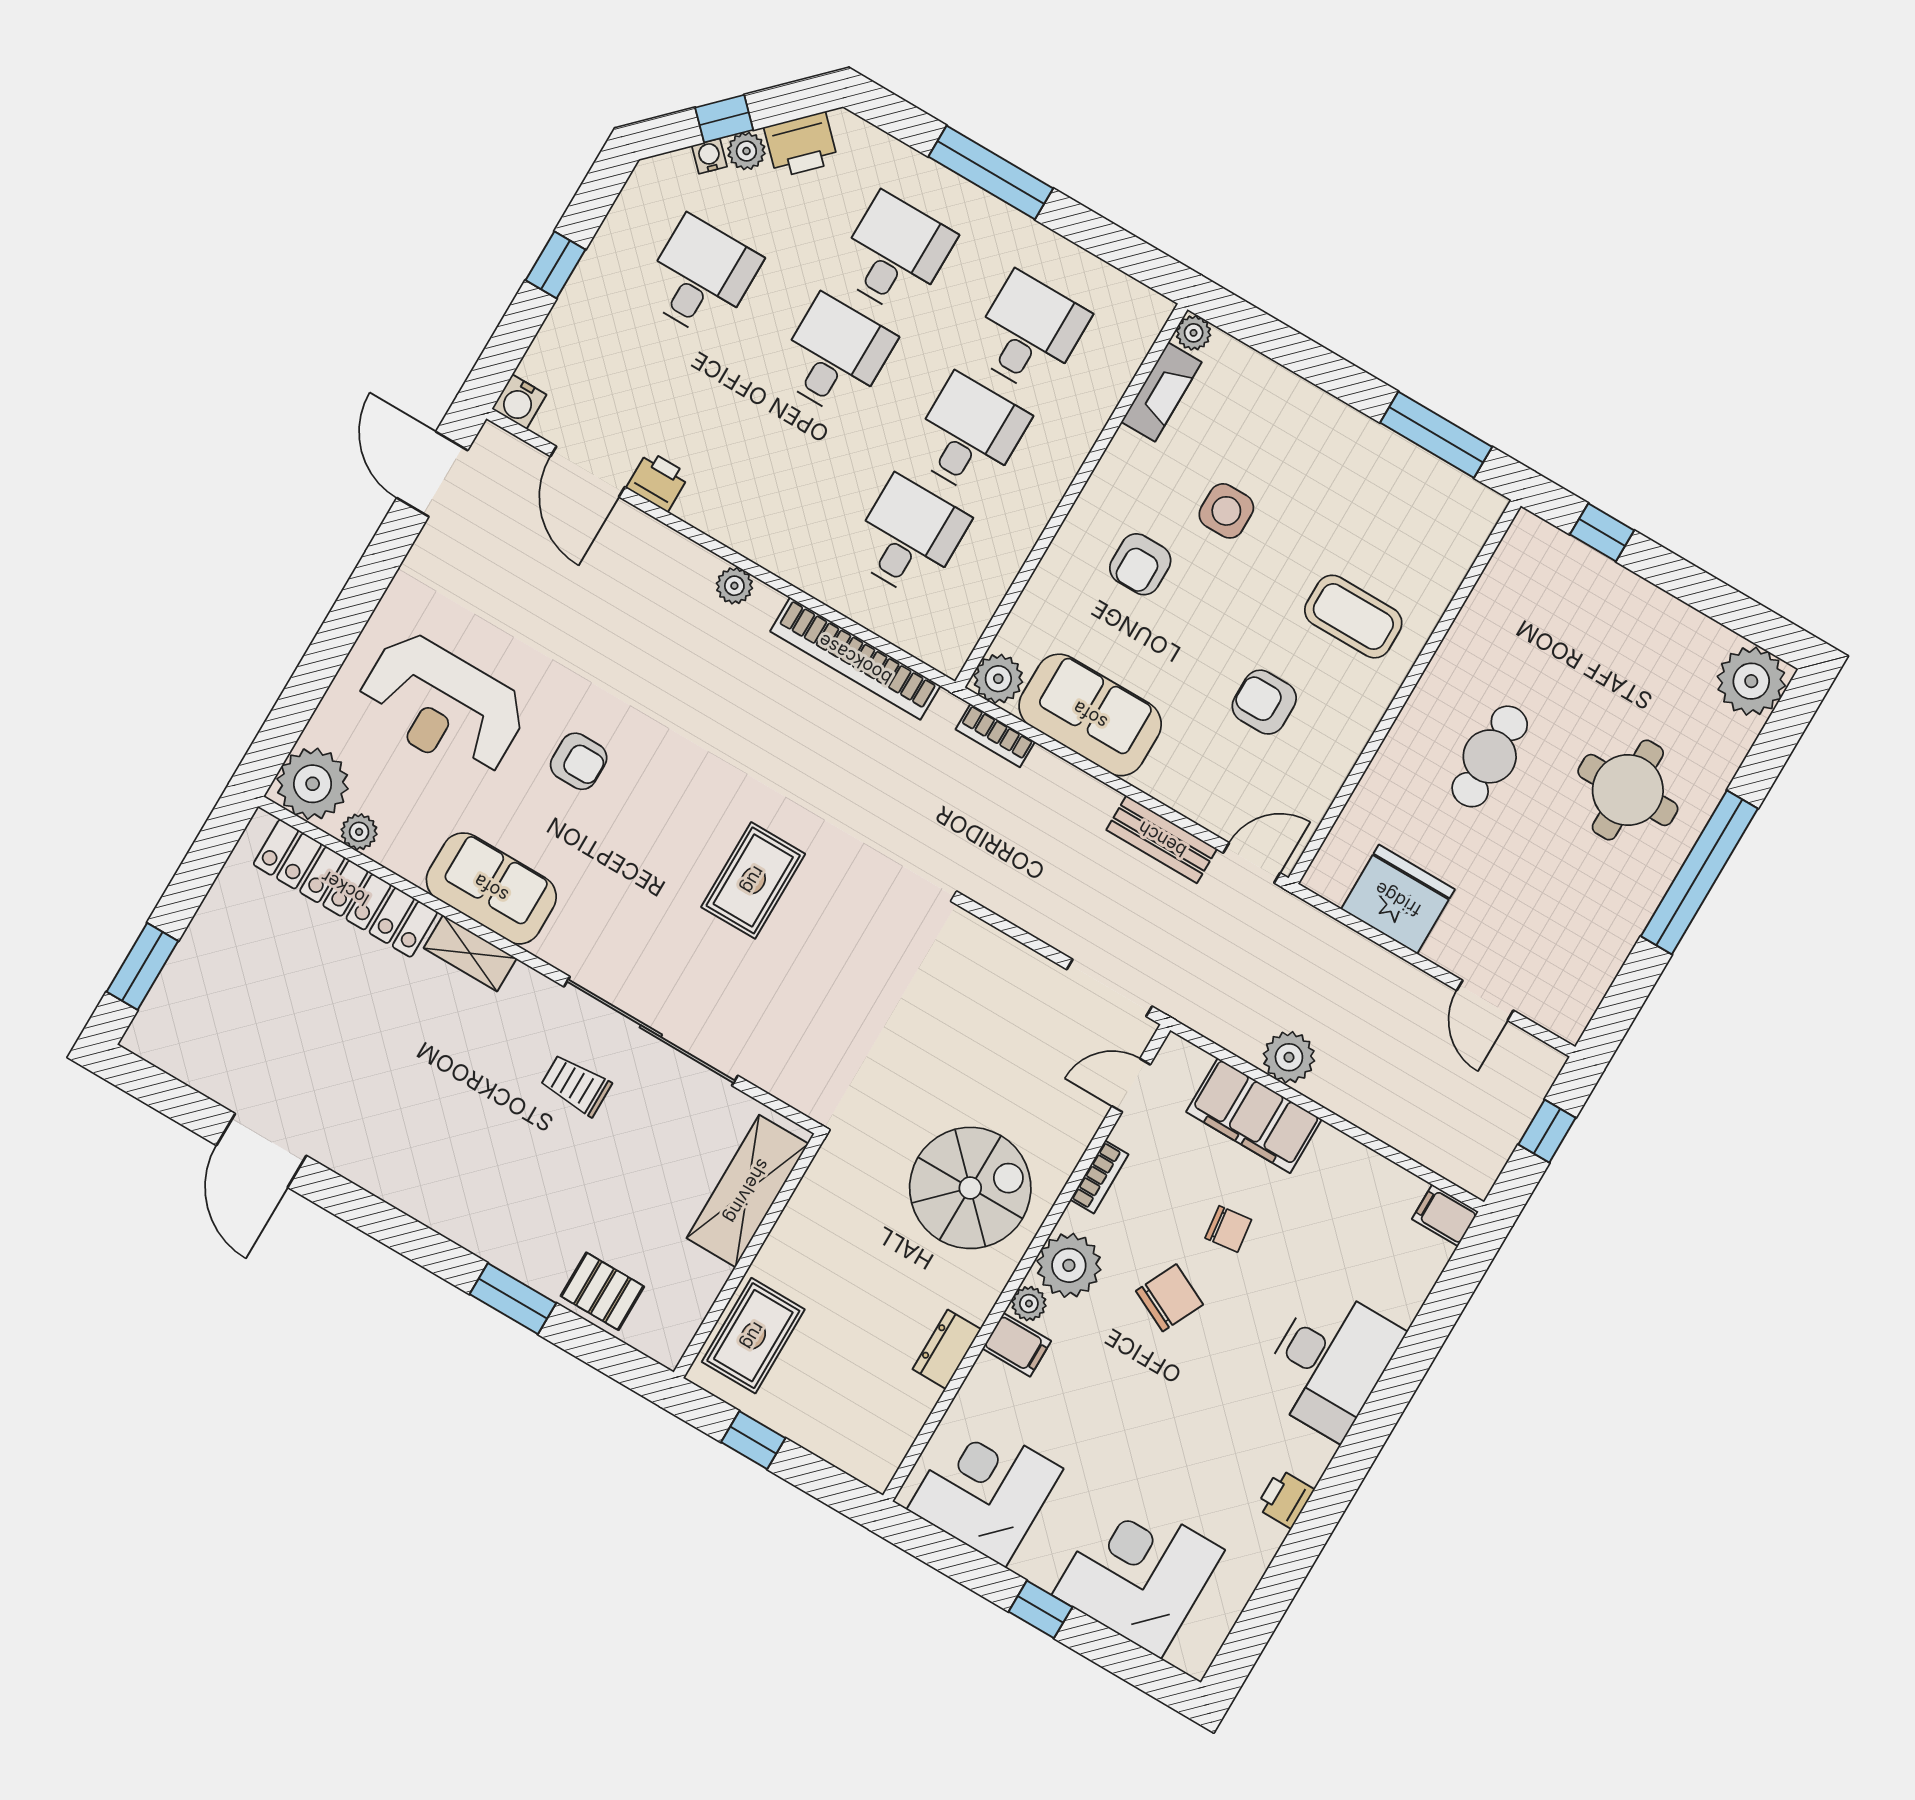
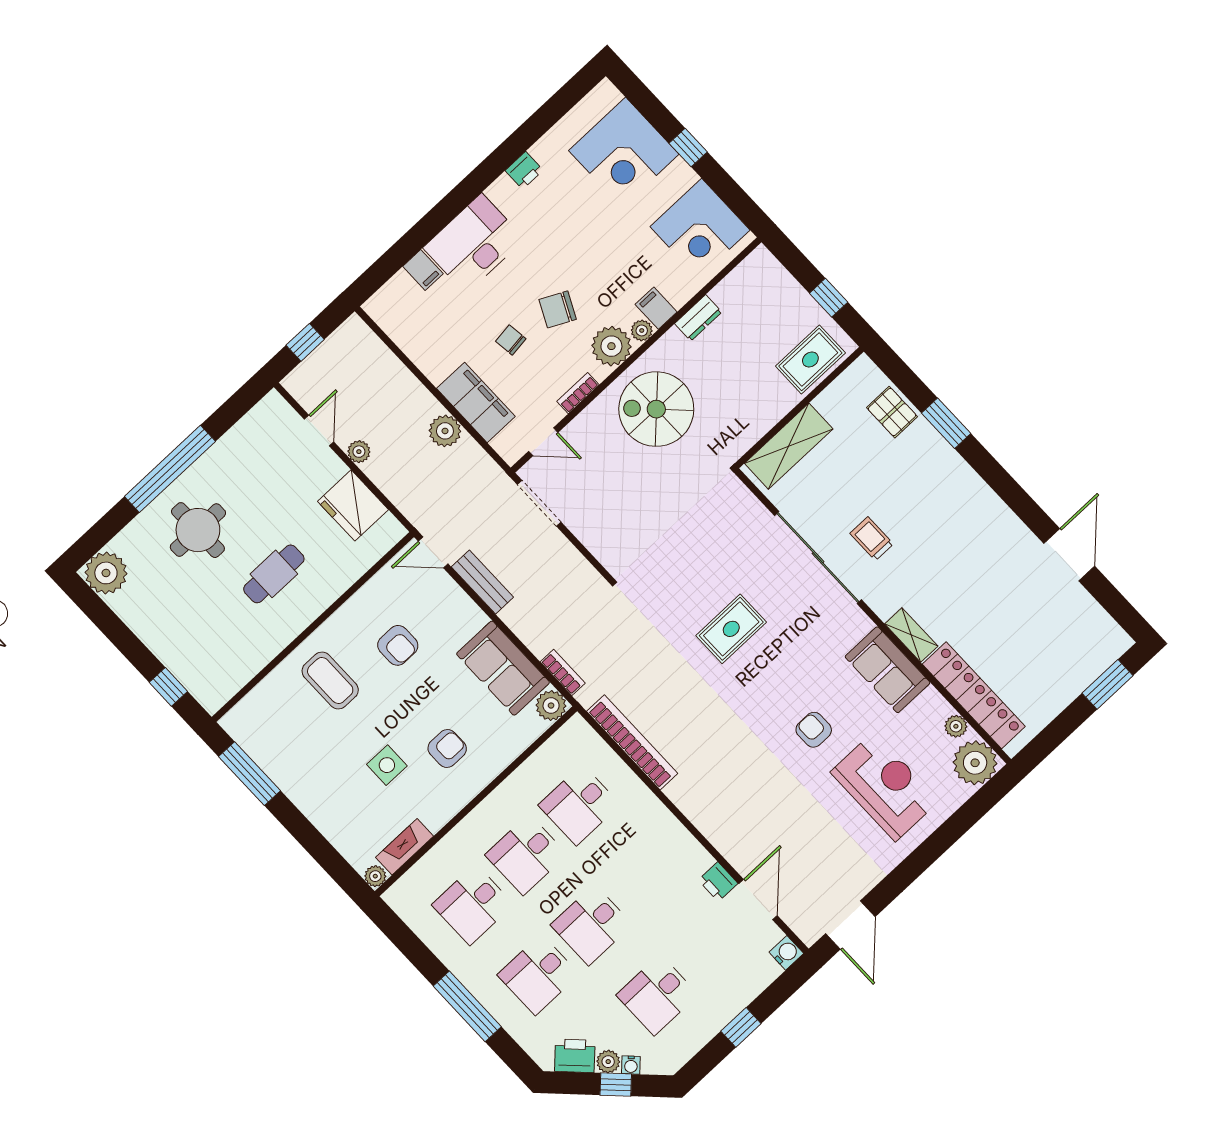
plant: (734, 586) -> (359, 452), moved
trolley: (576, 1085) -> (872, 539), turned 180
filing cabinet: (1445, 1215) -> (423, 270), moved

